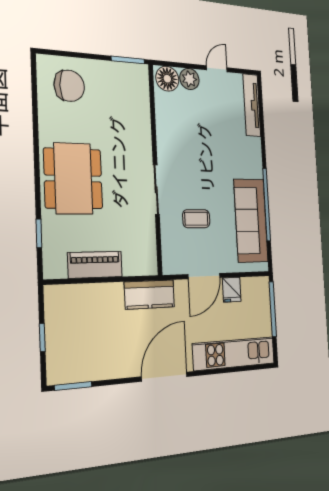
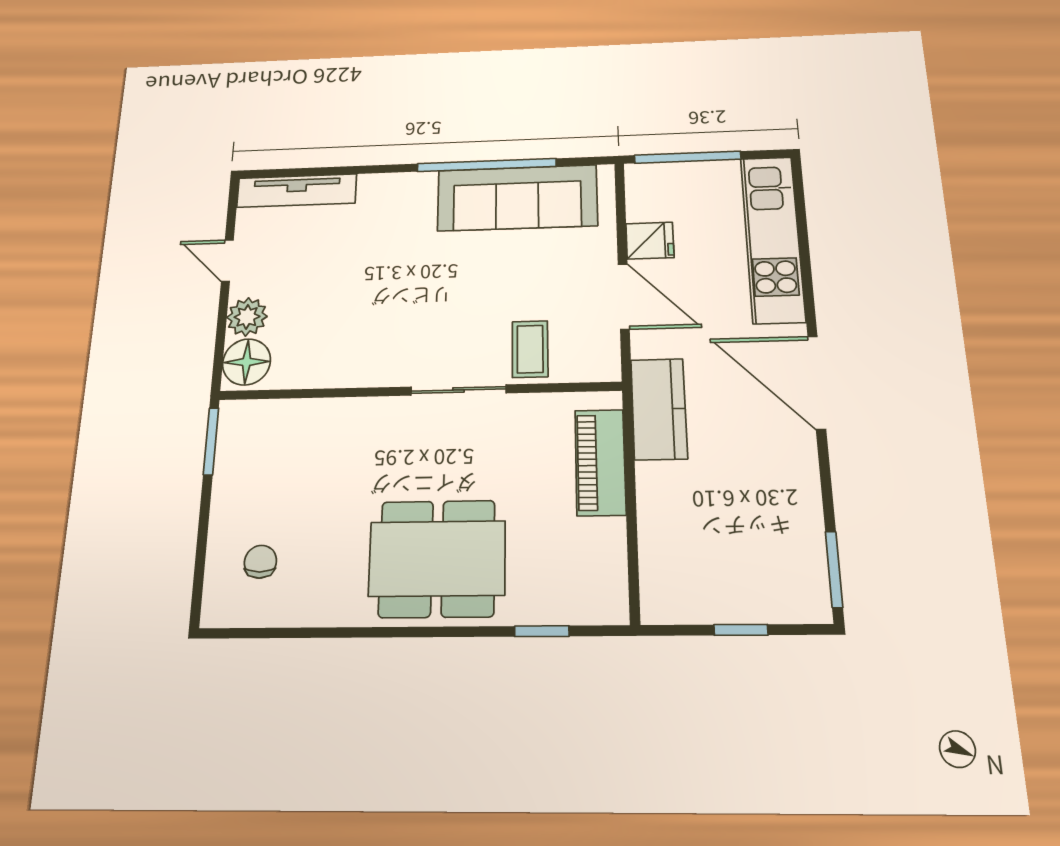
chair: (69, 86) -> (260, 562), width x0.54, depth x0.54
coffee table: (196, 219) -> (530, 349), moved
piano: (95, 265) -> (600, 462), moved

